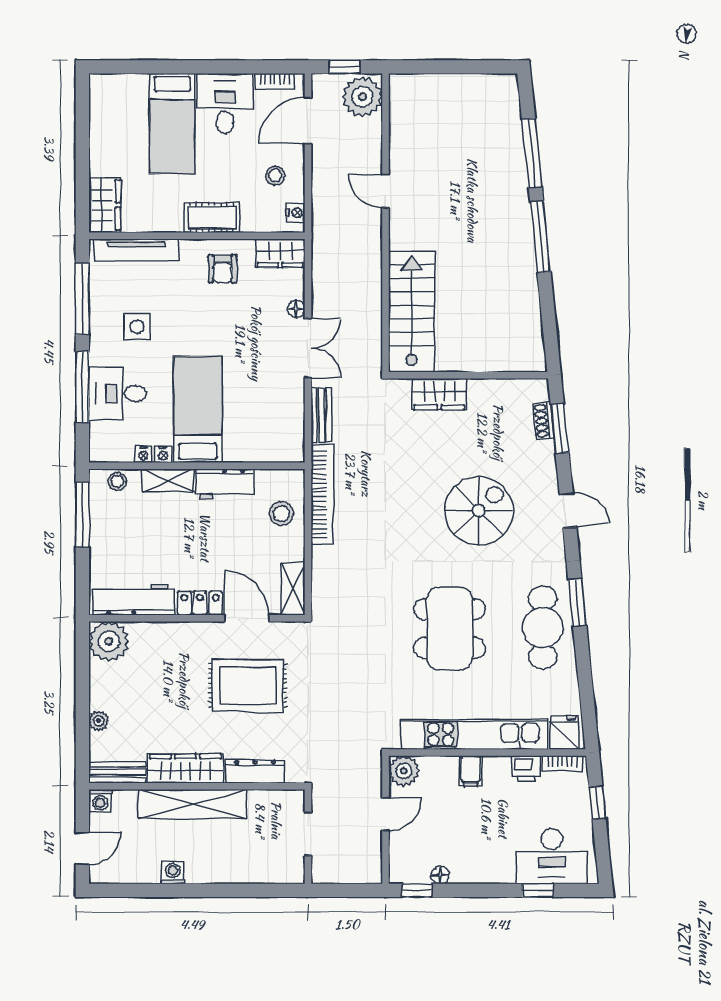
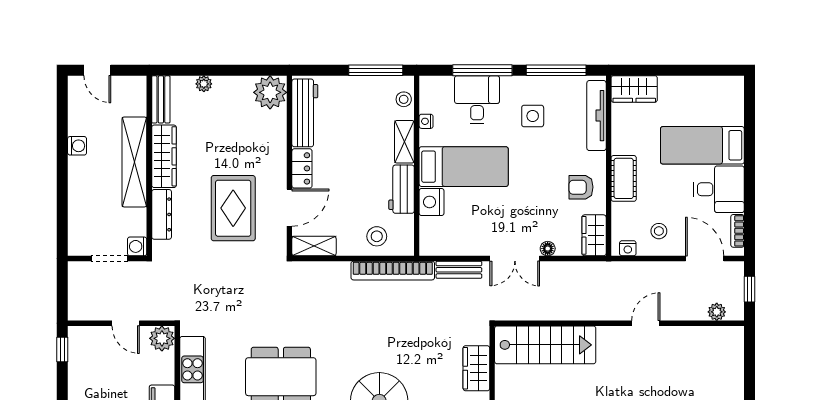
plant: (362, 97) -> (717, 312), width x0.53, depth x0.53
nightstand: (163, 454) -> (432, 202), moved, width x1.89, depth x1.79
washing machine: (100, 801) -> (137, 246), moved
floor lamp: (440, 875) -> (75, 369), removed

